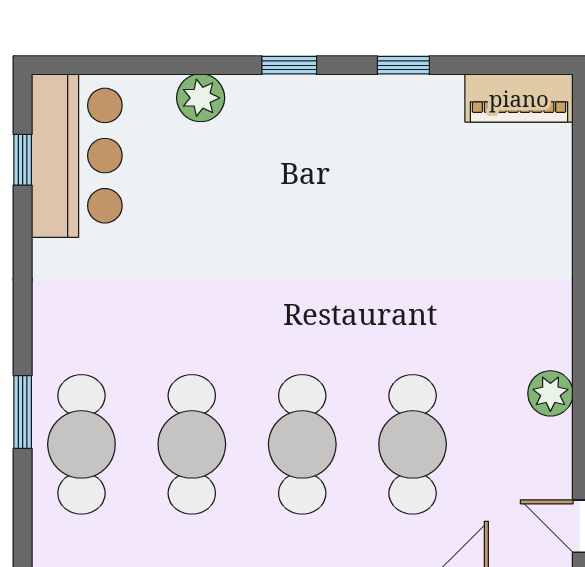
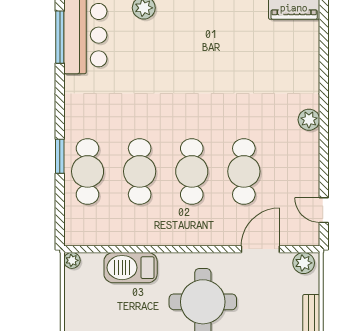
window: (23, 160) -> (60, 37), width x2.17
plant: (550, 393) -> (309, 120), moved

